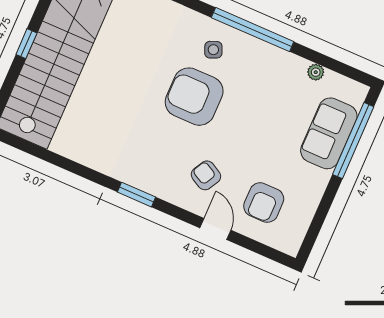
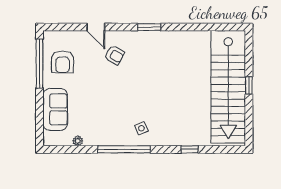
armchair: (194, 97) -> (141, 97), removed
window: (353, 141) -> (40, 64), moved
armchair: (264, 203) -> (63, 62), moved, turned 180

